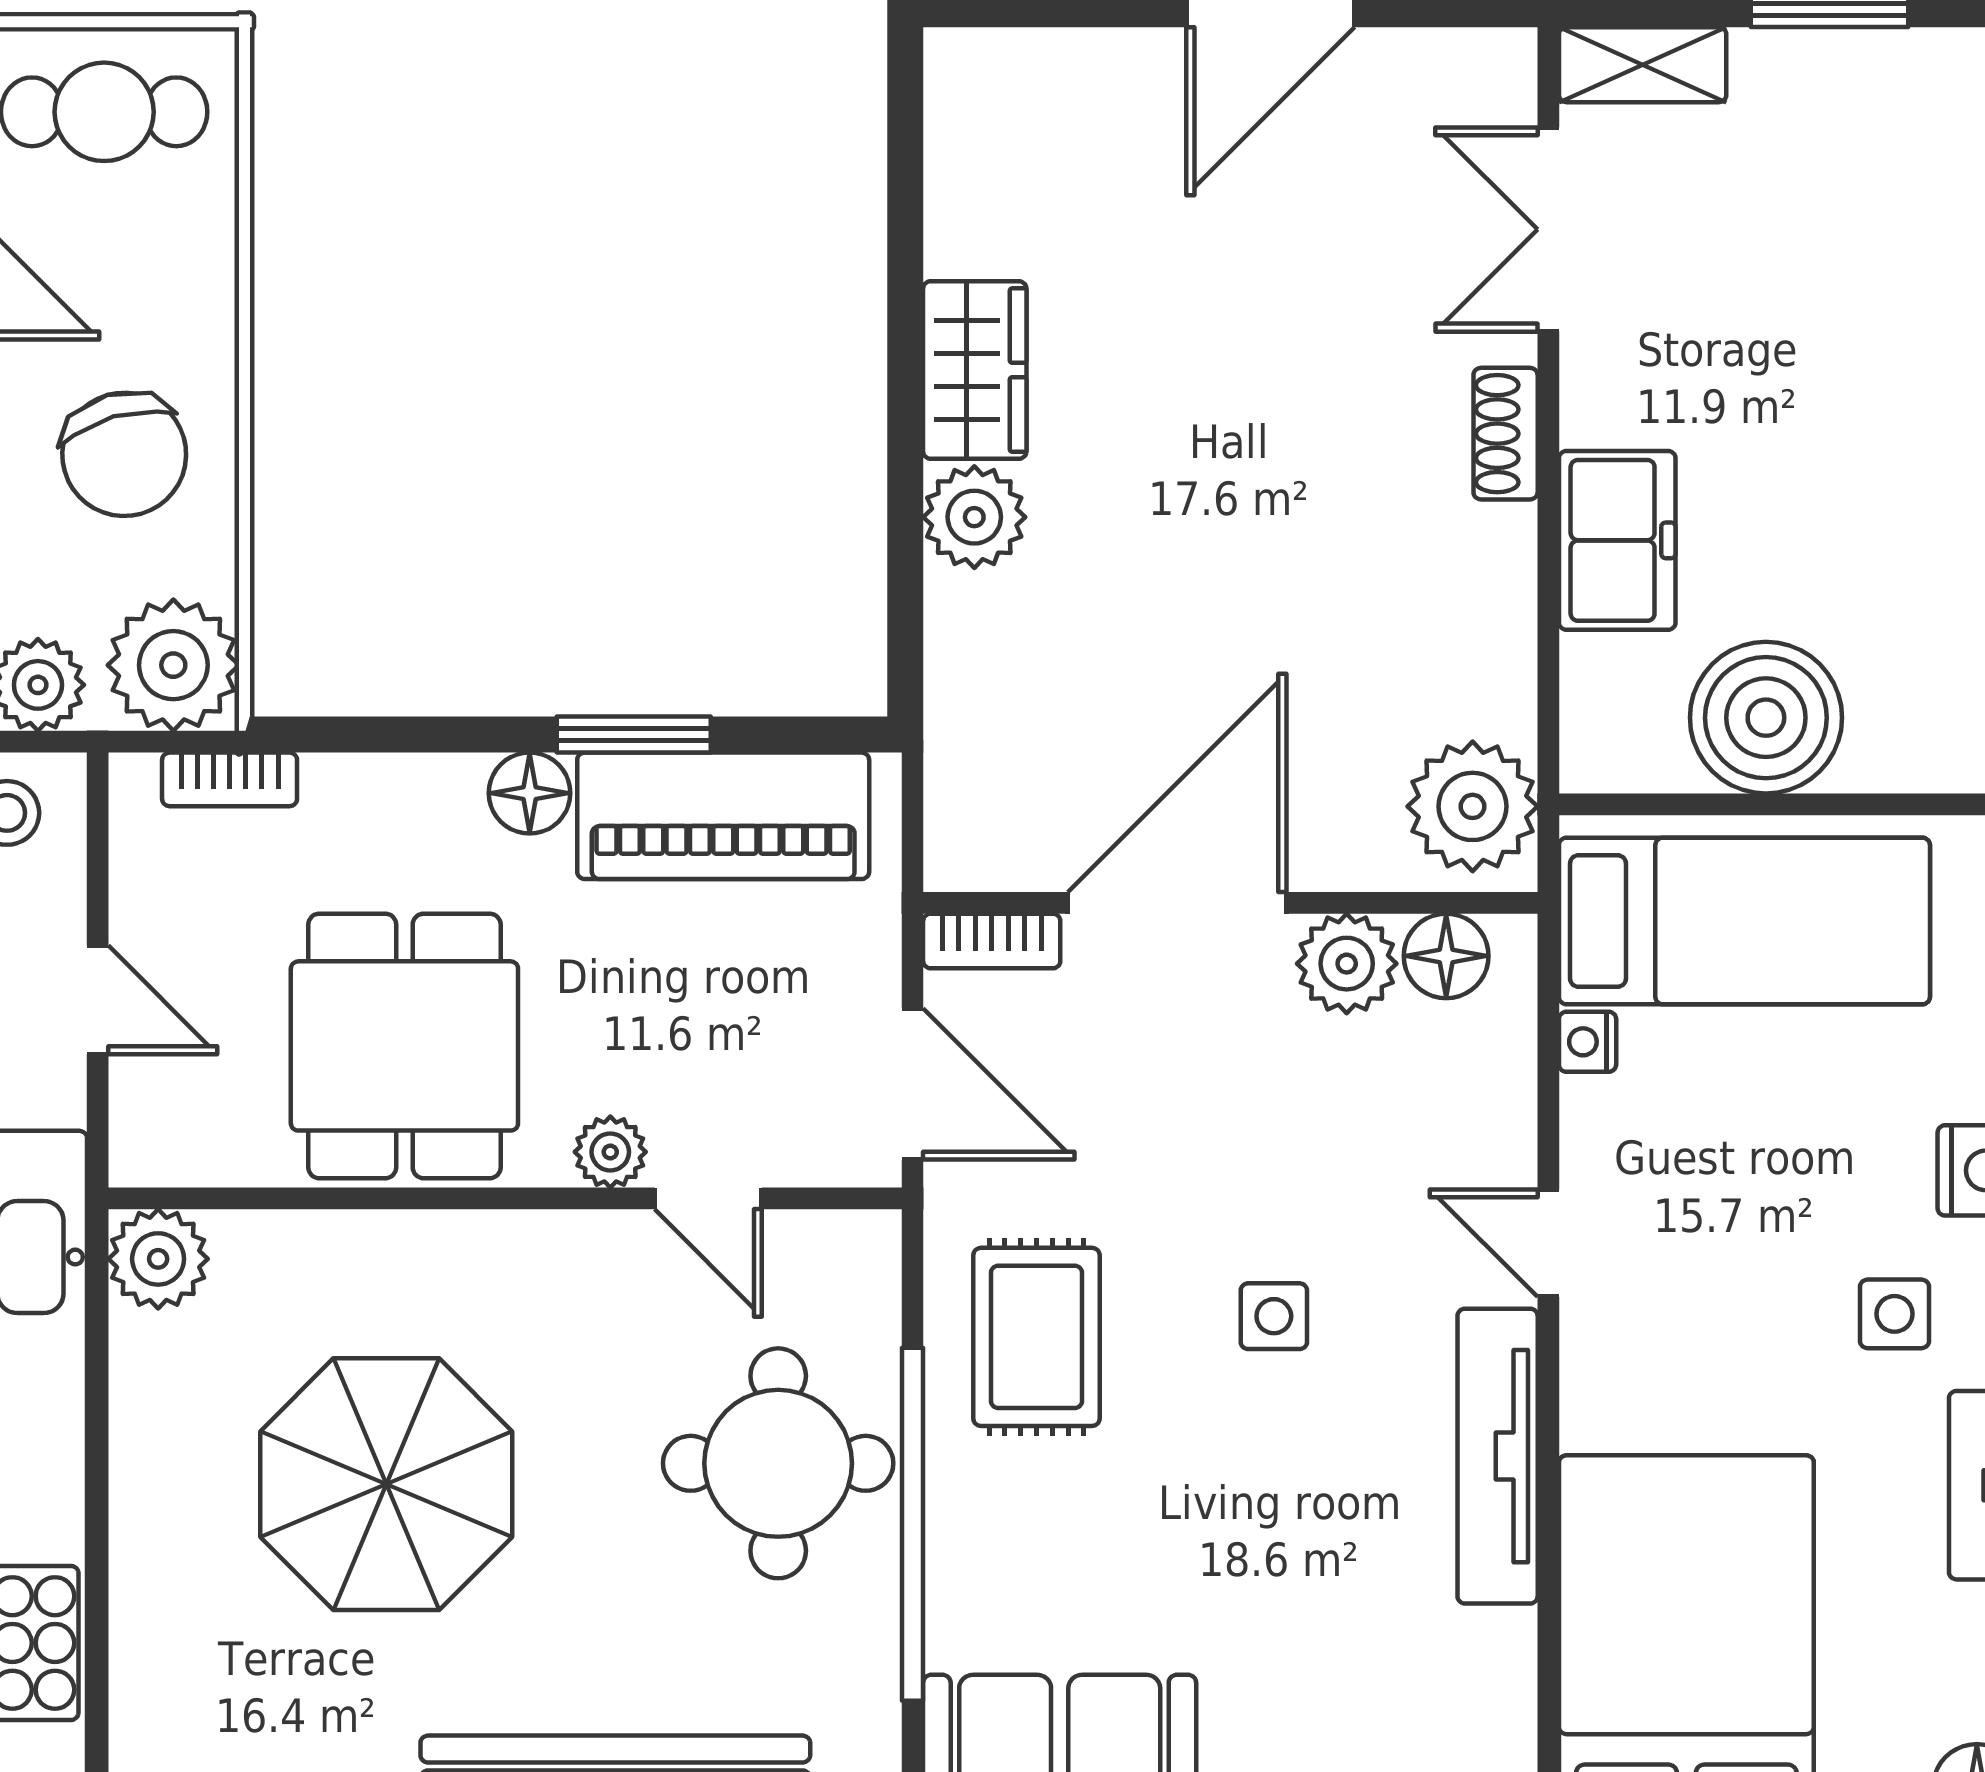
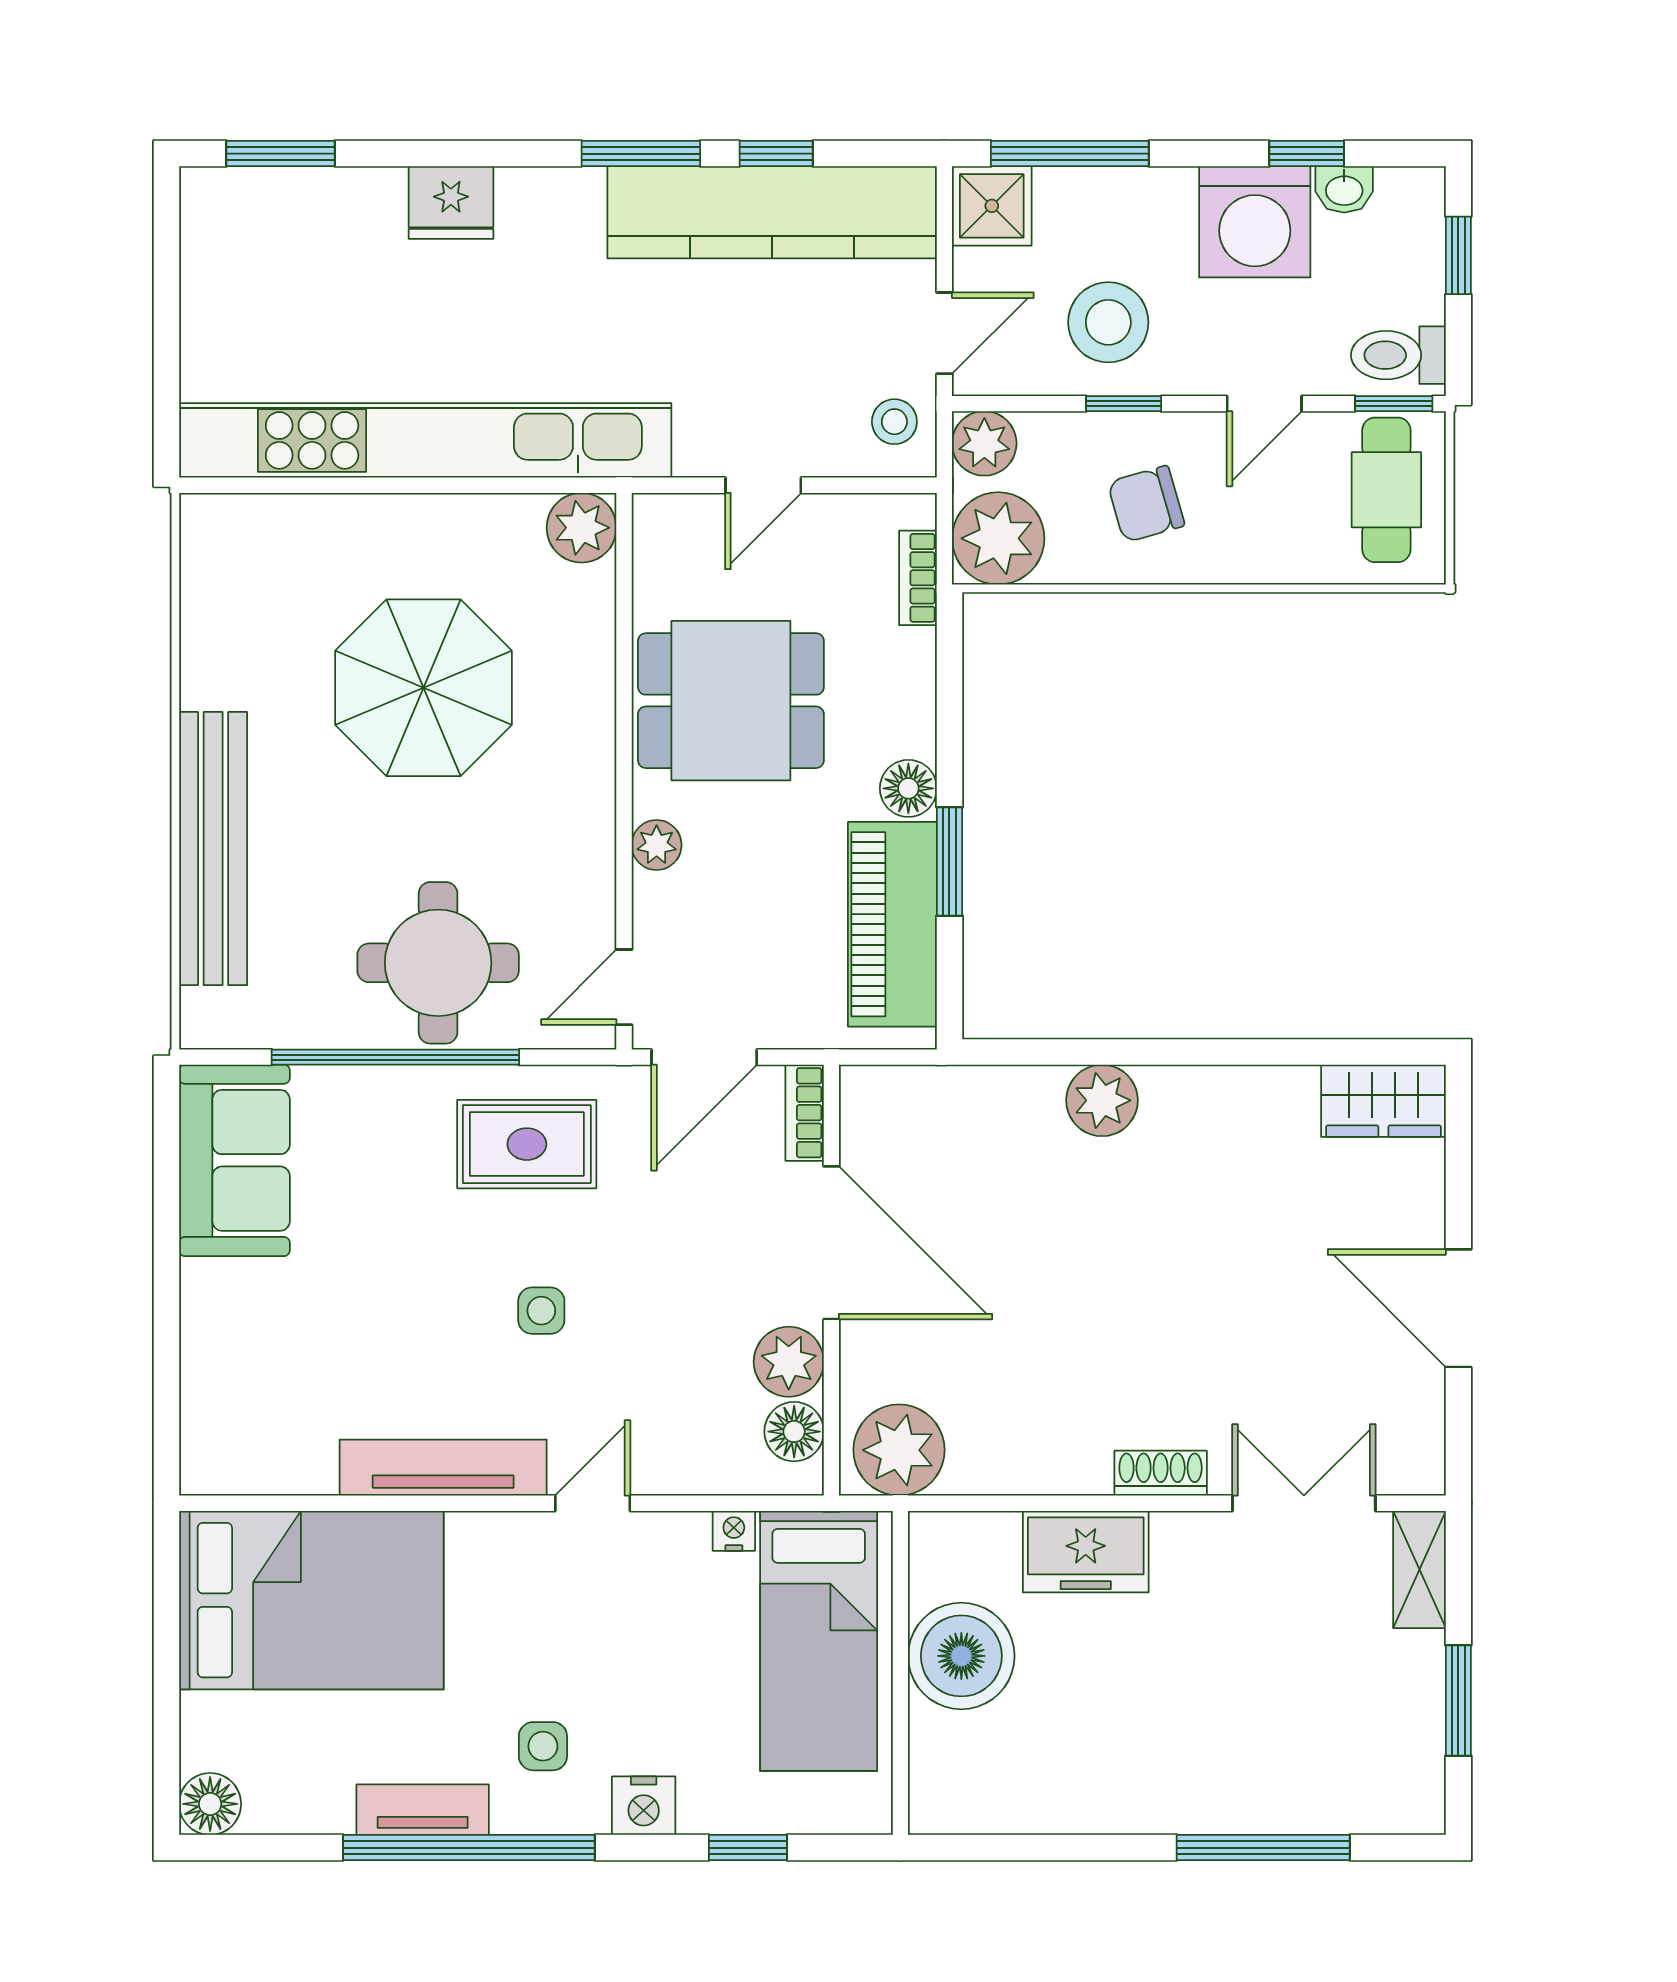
wardrobe: (975, 370) -> (1383, 1101), moved
chair: (124, 454) -> (1146, 504), width x0.73, depth x0.73
door: (708, 1198) -> (624, 987), moved

